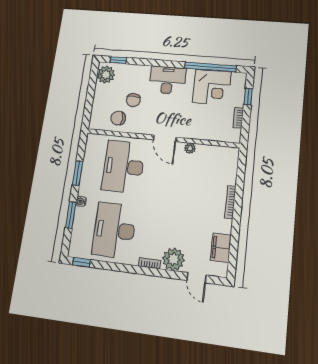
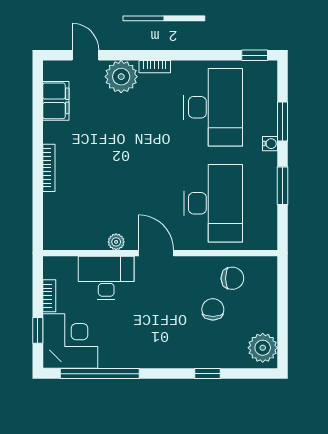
window: (118, 60) -> (208, 374), moved
desk: (167, 80) -> (106, 278), moved, turned 180
corner desk: (212, 87) -> (70, 341), moved, turned 90

